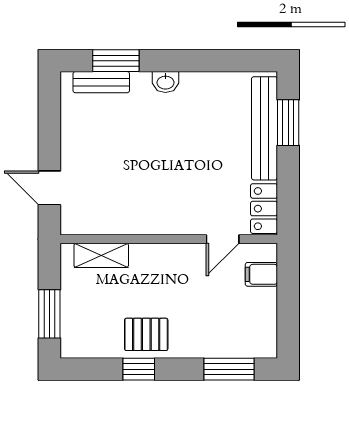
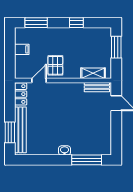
window: (116, 61) -> (87, 160), width x1.44
bench: (101, 82) -> (97, 87), moved
filing cabinet: (261, 274) -> (22, 49), moved
pallet: (146, 334) -> (55, 65), moved, turned 90

